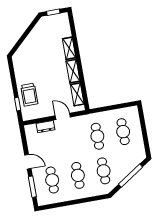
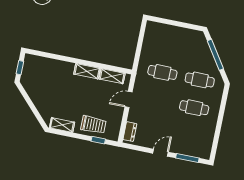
shelving: (69, 48) -> (62, 125), moved
dresser: (46, 127) -> (130, 132), moved
cafe table: (123, 132) -> (168, 45), removed
cafe table: (52, 180) -> (189, 135), removed

